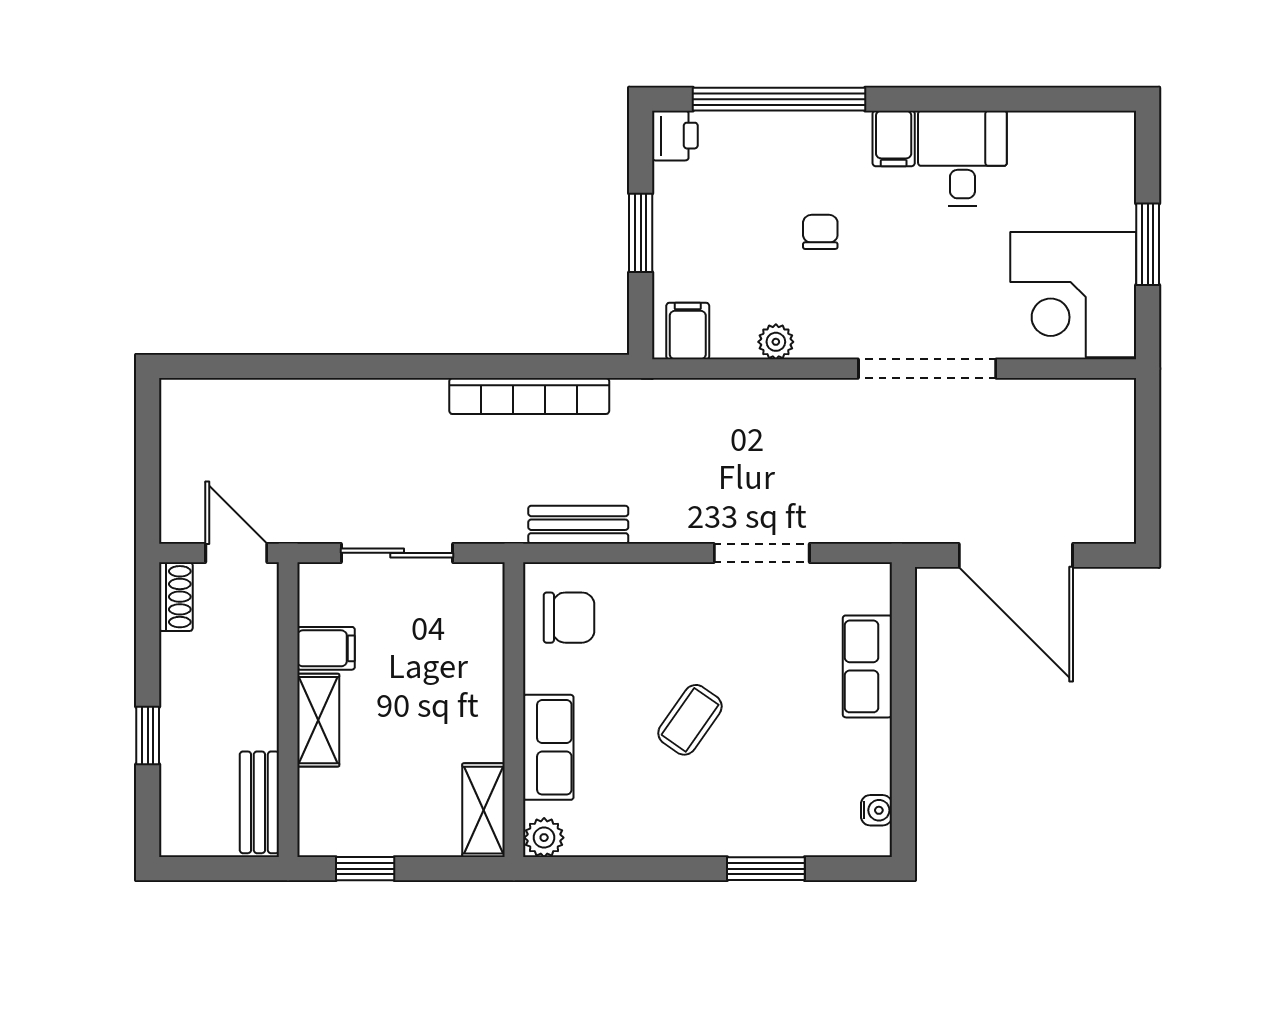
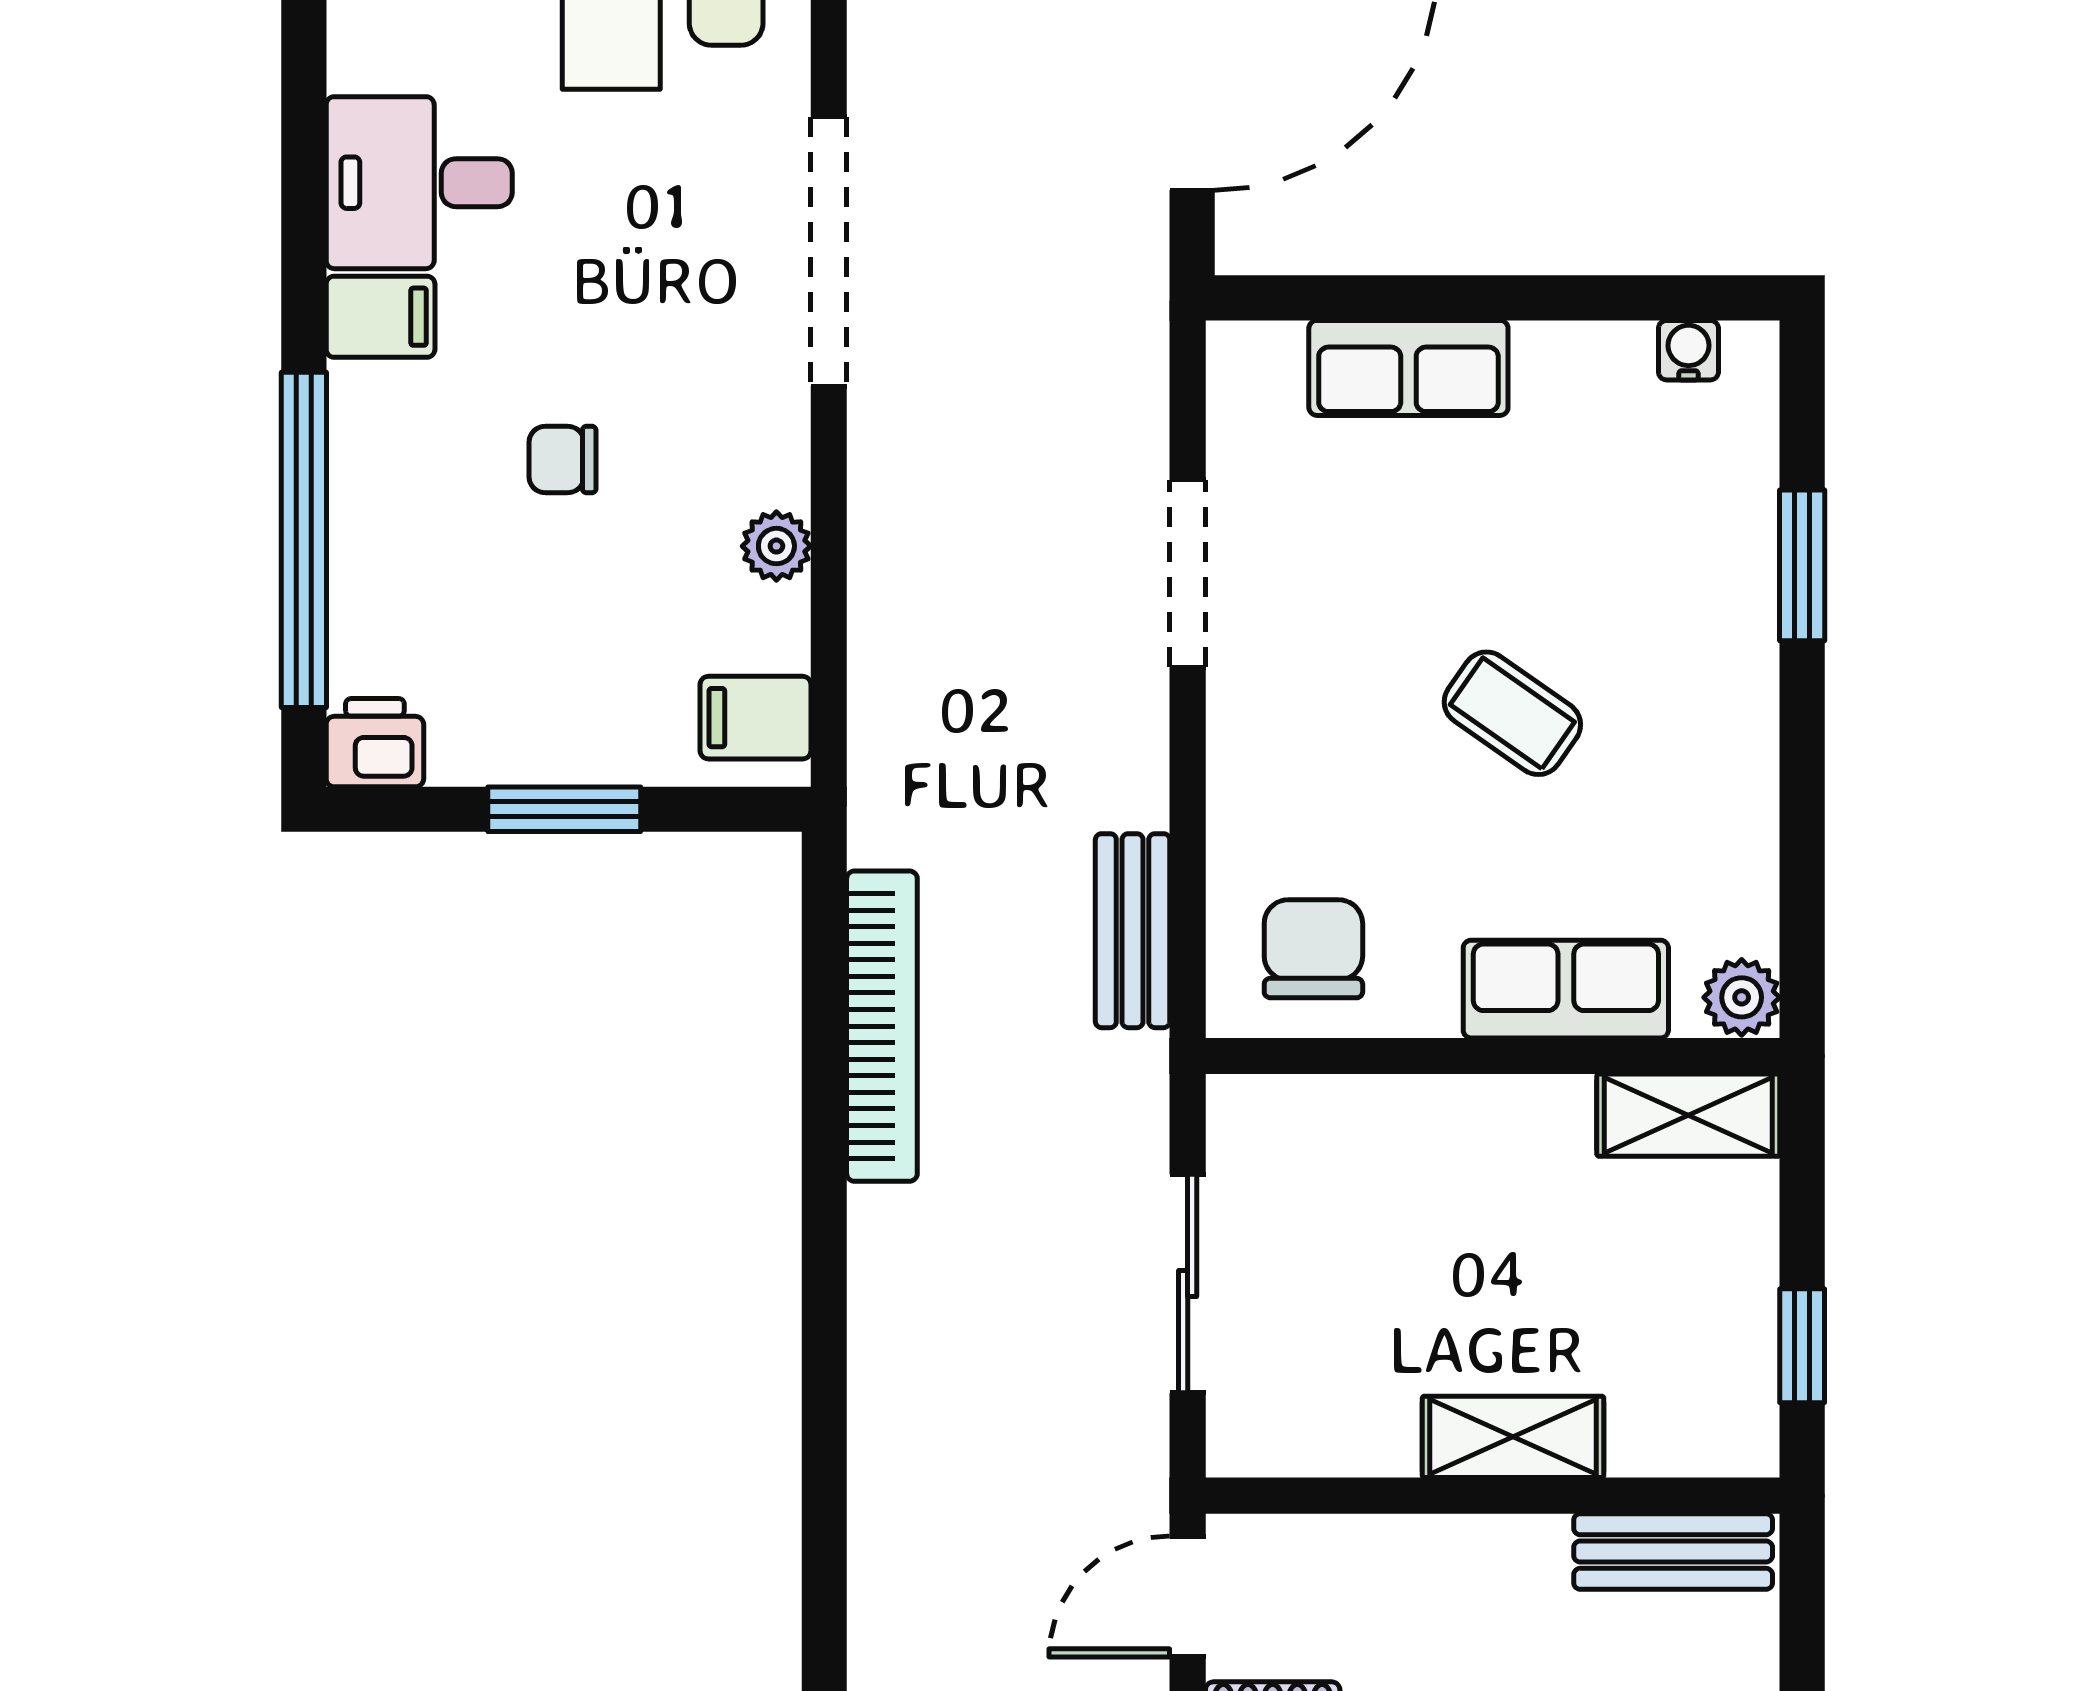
filing cabinet: (326, 648) -> (1373, 1422), removed

